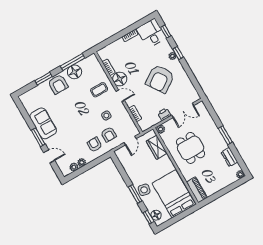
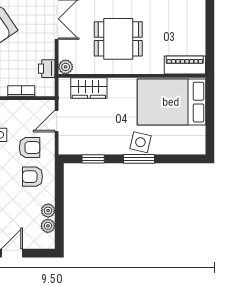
printer: (164, 114) -> (47, 69), moved
door: (130, 141) -> (57, 121), swing flipped
floor lamp: (156, 215) -> (188, 146), removed
window: (148, 217) -> (93, 159), moved

